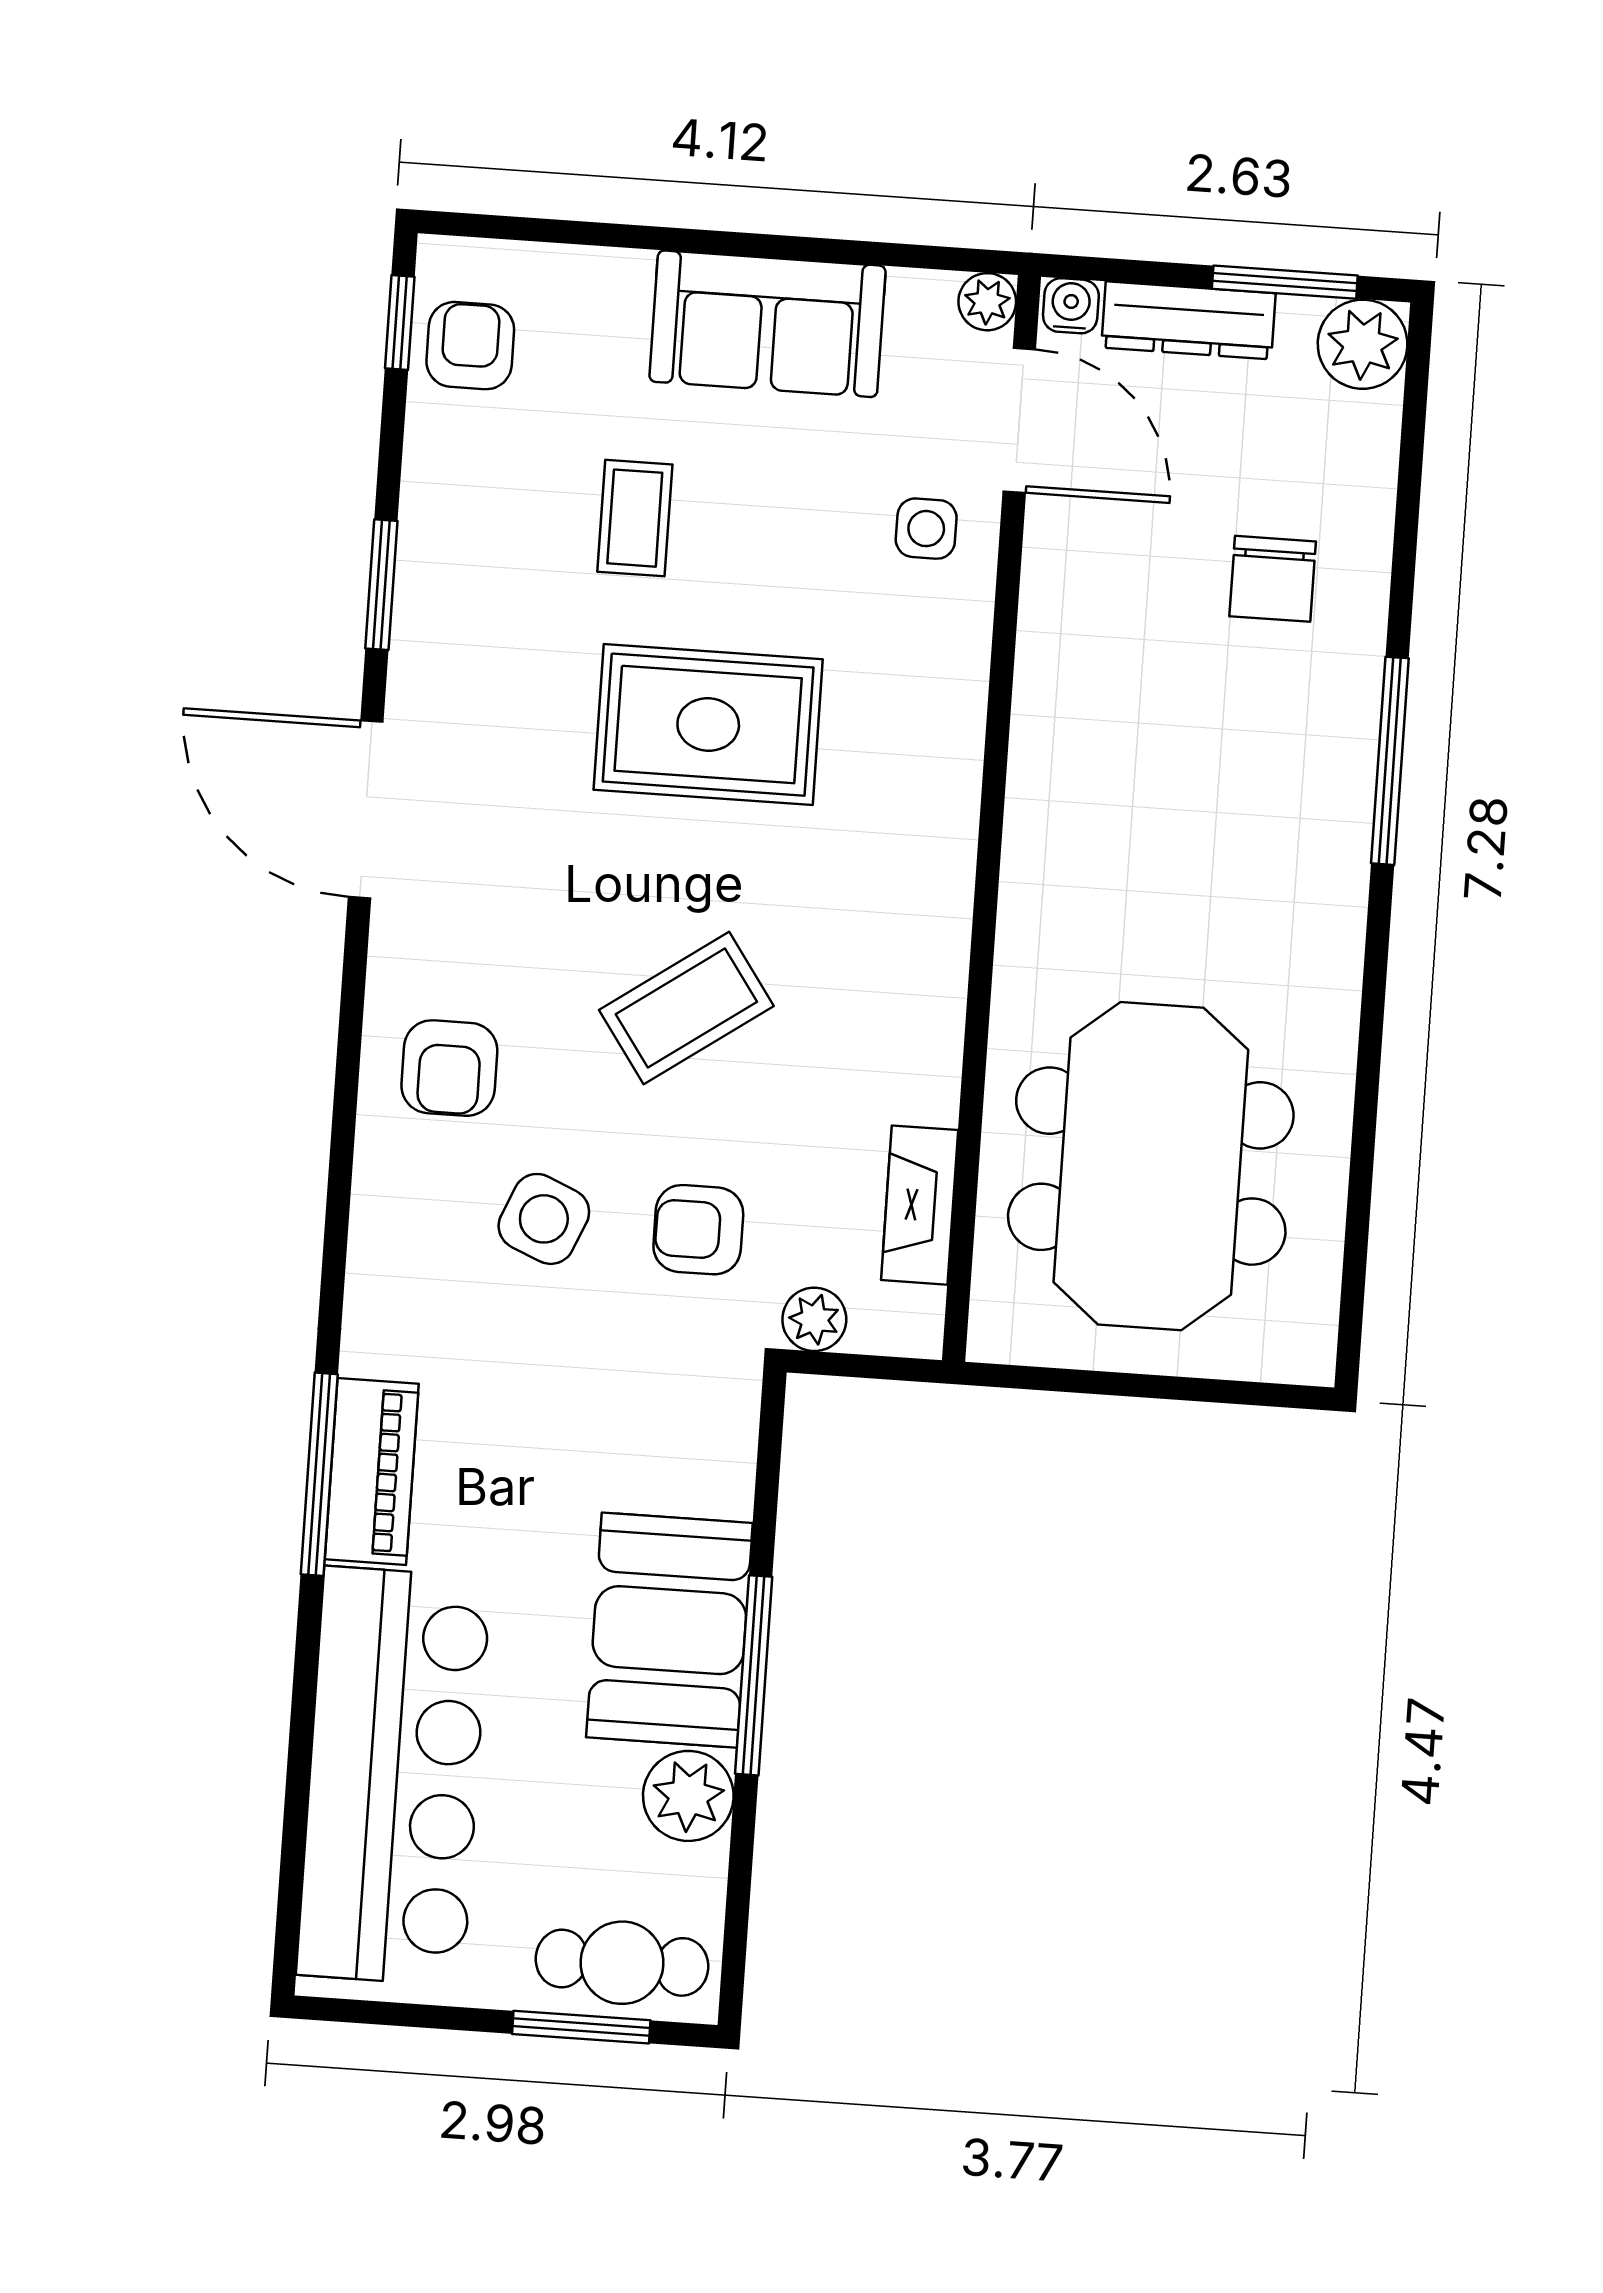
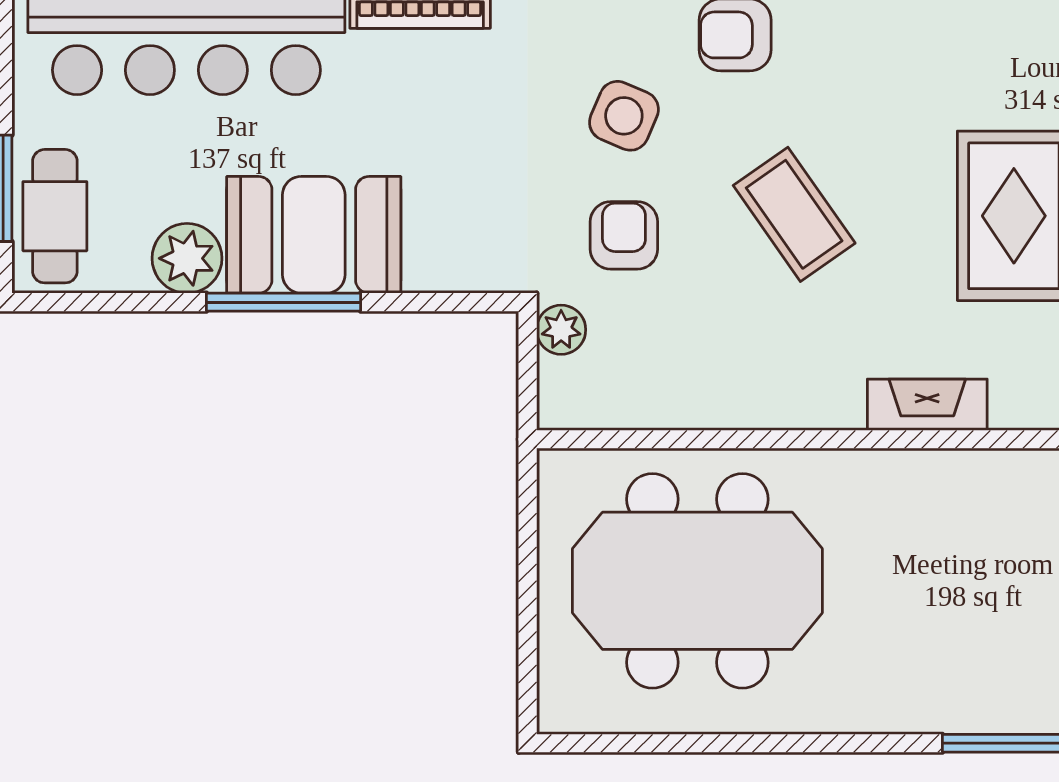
fireplace: (920, 1205) -> (927, 405), moved

